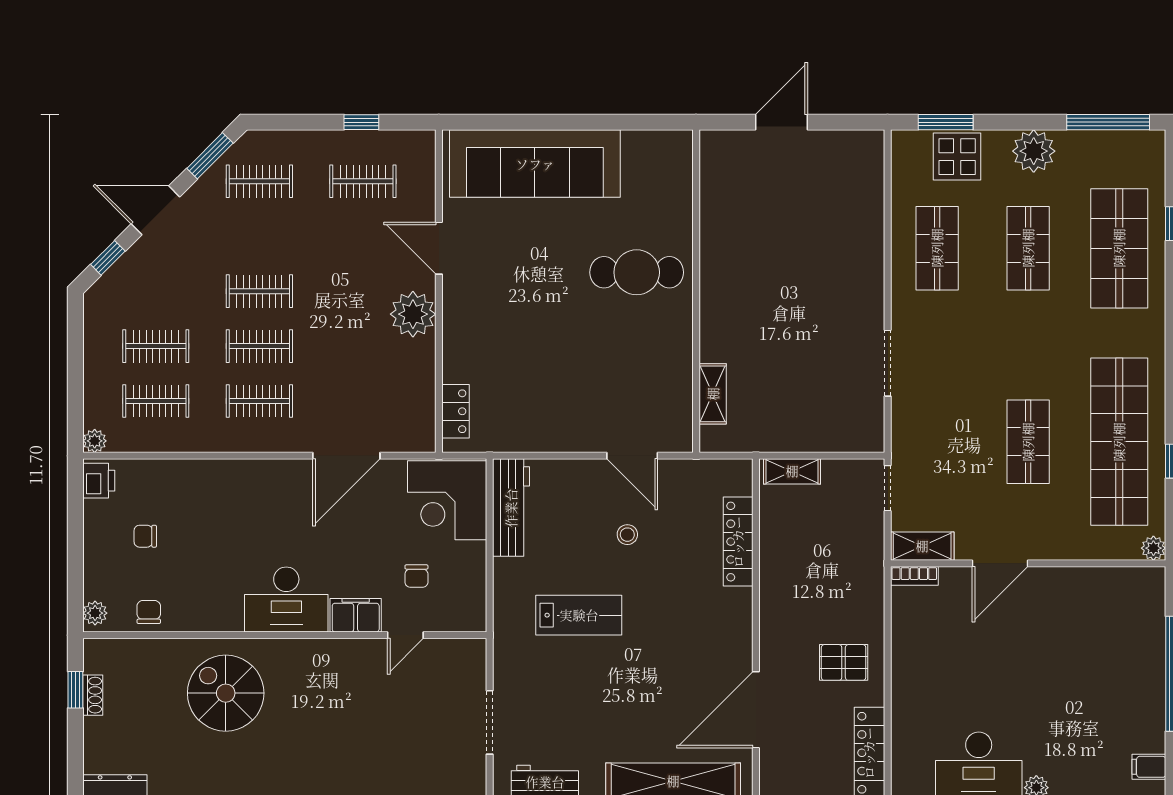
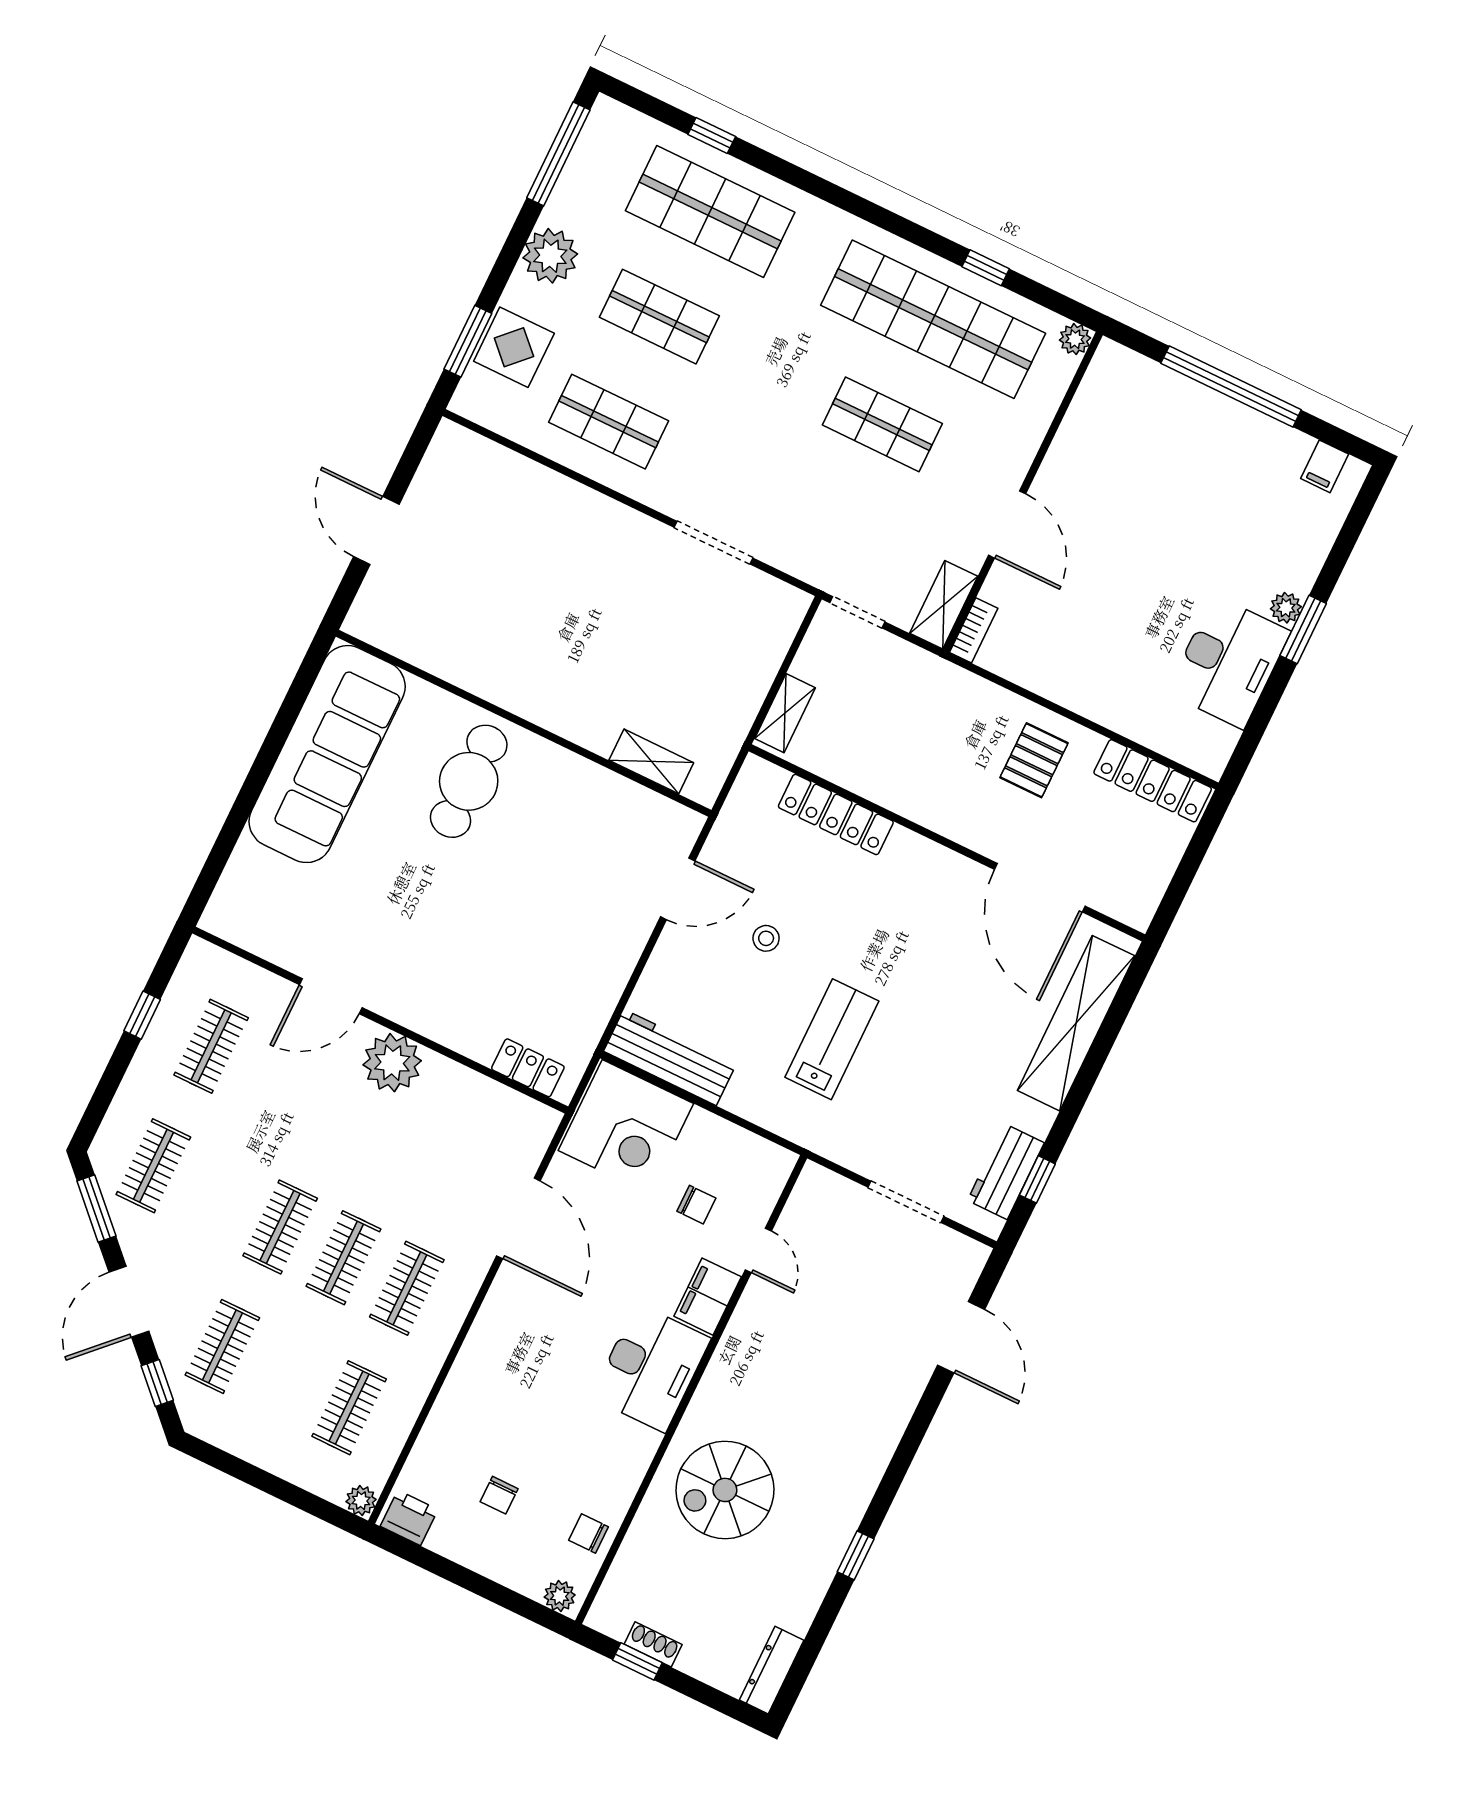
sofa: (535, 164) -> (327, 754), moved
clothes rail: (156, 346) -> (222, 1346), moved

